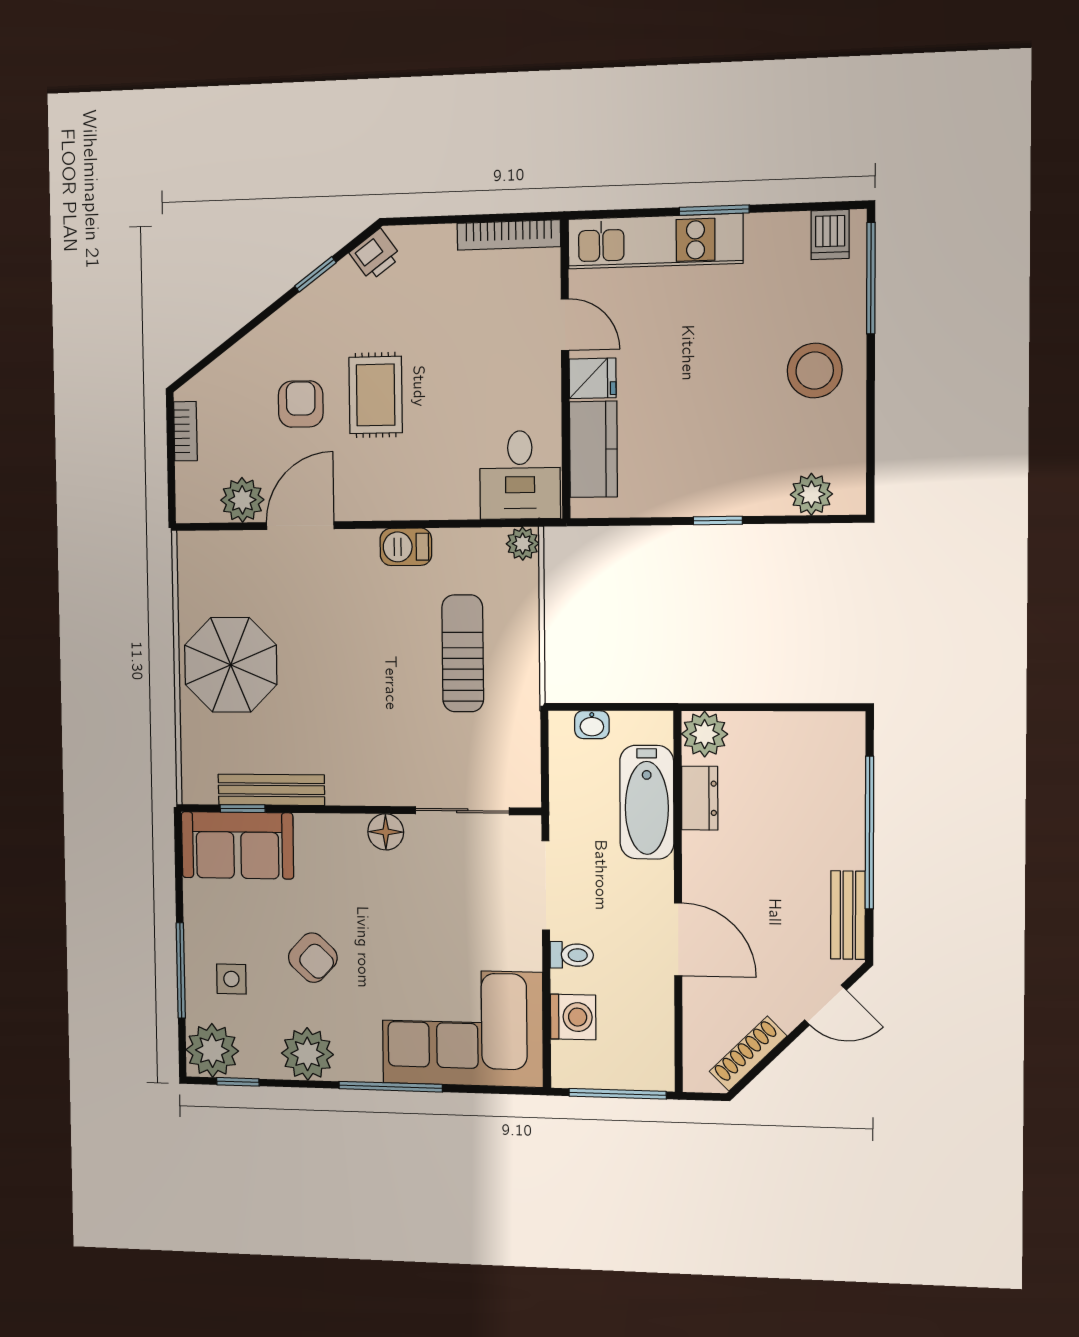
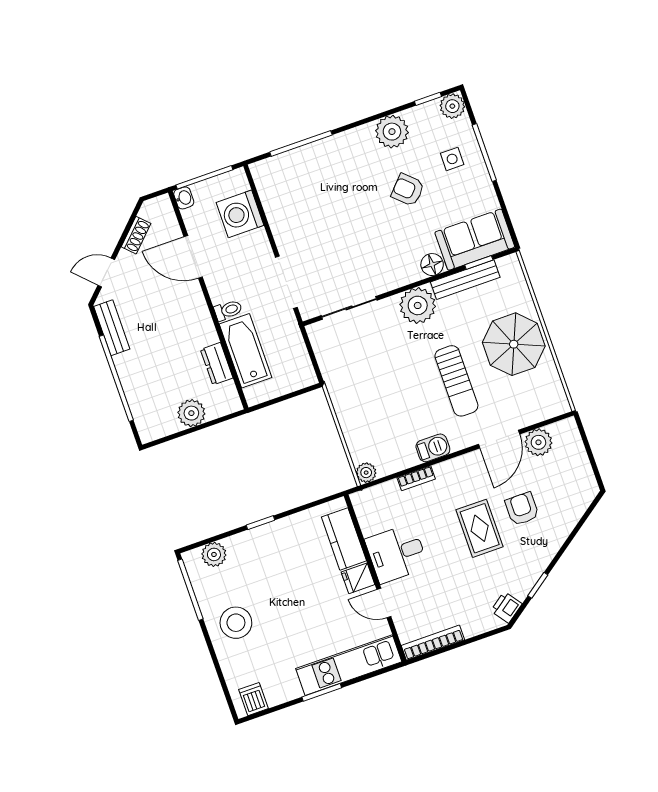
window: (871, 278) -> (190, 590), moved
armchair: (301, 404) -> (522, 509), turned 180
bookcase: (185, 431) -> (416, 478), moved, turned -90
desk: (520, 475) -> (397, 553), moved, turned -90
sun lounger: (463, 653) -> (456, 381), moved
washbasin: (592, 725) -> (184, 198), moved, turned 90
plant: (705, 734) -> (191, 413), moved
plant: (356, 776) -> (418, 305), added
floor lamp: (386, 832) -> (432, 265), moved
door: (678, 939) -> (193, 257), moved
toilet: (572, 955) -> (228, 310), moved, turned 180
washing machine: (573, 1017) -> (240, 214), width x1.37, depth x1.37
corner sofa: (462, 1028) -> (306, 182), removed
plant: (212, 1050) -> (452, 106), width x0.73, depth x0.73
shoe rack: (748, 1054) -> (136, 235), width x0.70
window: (391, 1087) -> (301, 143), moved

